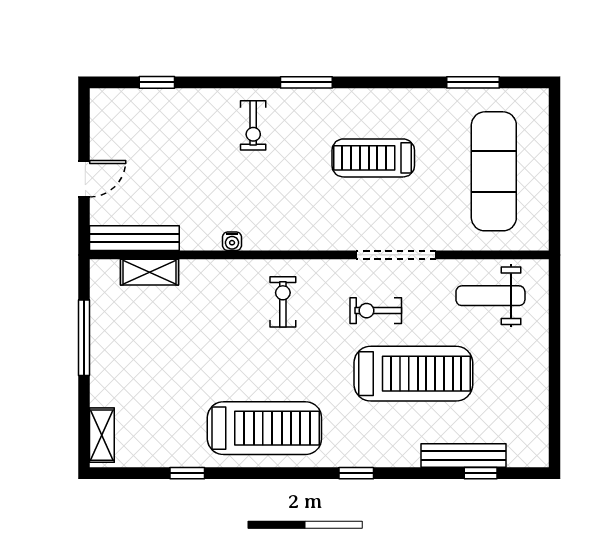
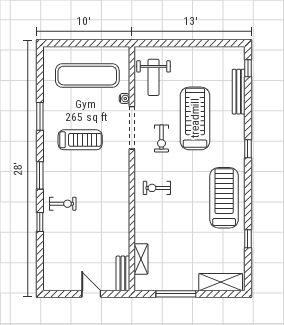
window: (157, 82) -> (40, 222), moved
window: (473, 82) -> (40, 116), moved
treadmill: (373, 158) -> (80, 140), turned -90
bench: (134, 238) -> (123, 273), width x0.73
water cooler: (232, 241) -> (124, 98), moved
shelving: (102, 435) -> (221, 282), width x1.50, depth x1.33
window: (481, 473) -> (248, 68), moved

